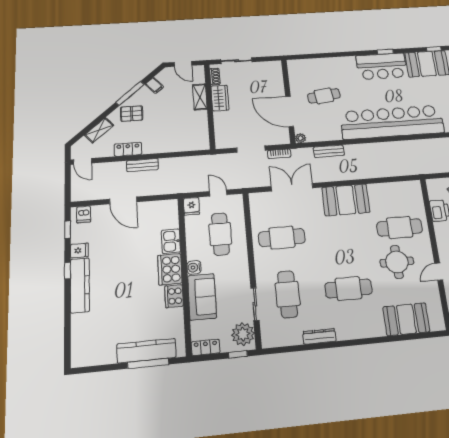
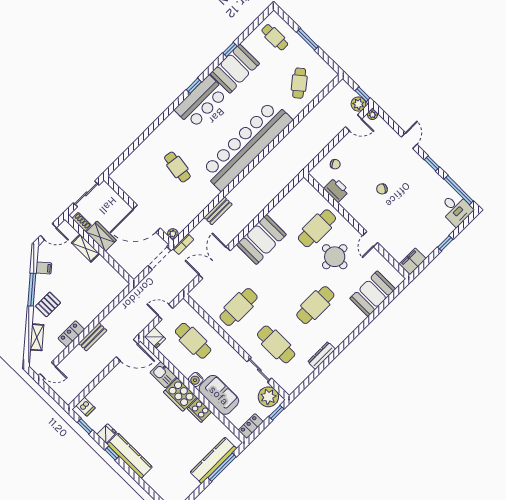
cafe table: (324, 96) -> (177, 167), turned -73
wall: (288, 101) -> (138, 210), moved
door: (290, 111) -> (147, 219), moved
plant: (300, 138) -> (173, 234), moved
door: (123, 200) -> (127, 350), moved

